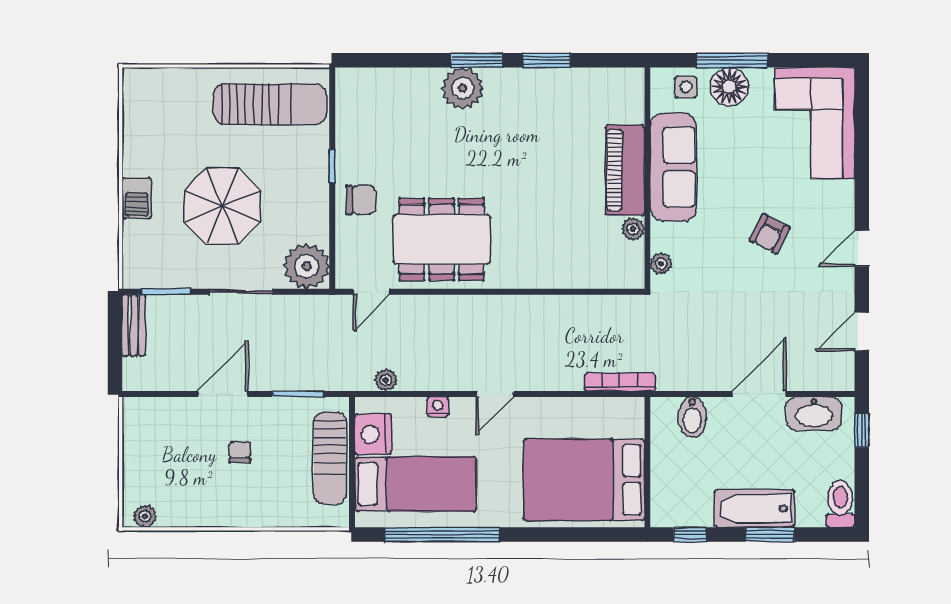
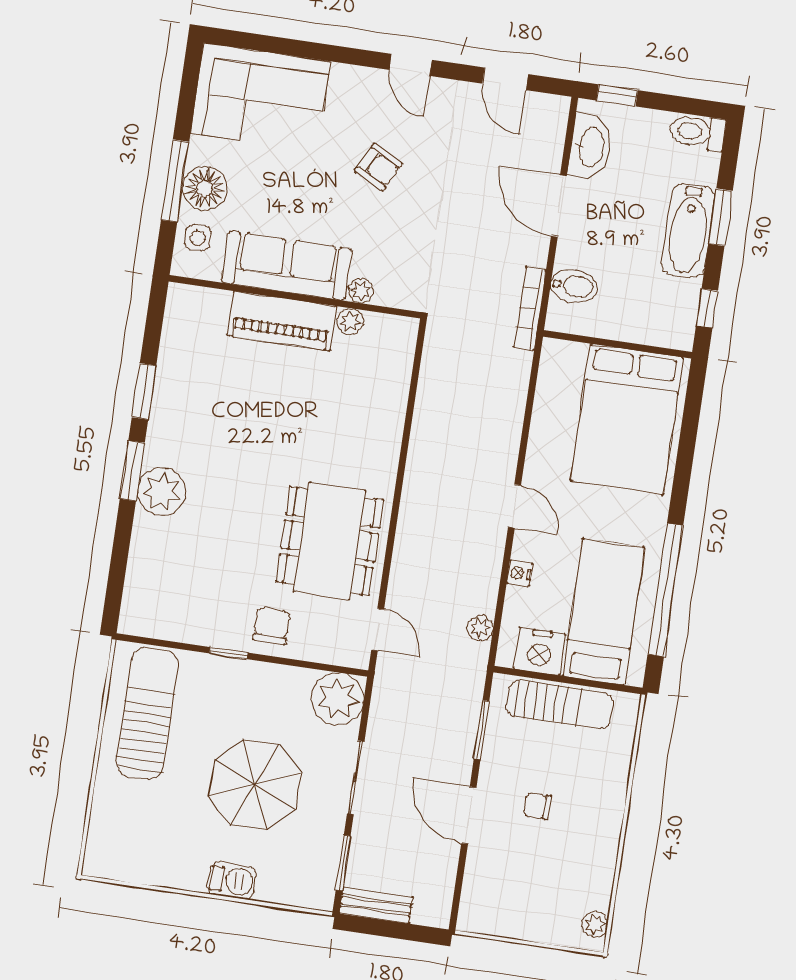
plant: (661, 264) -> (361, 291), moved
bookcase: (620, 382) -> (530, 308), moved

